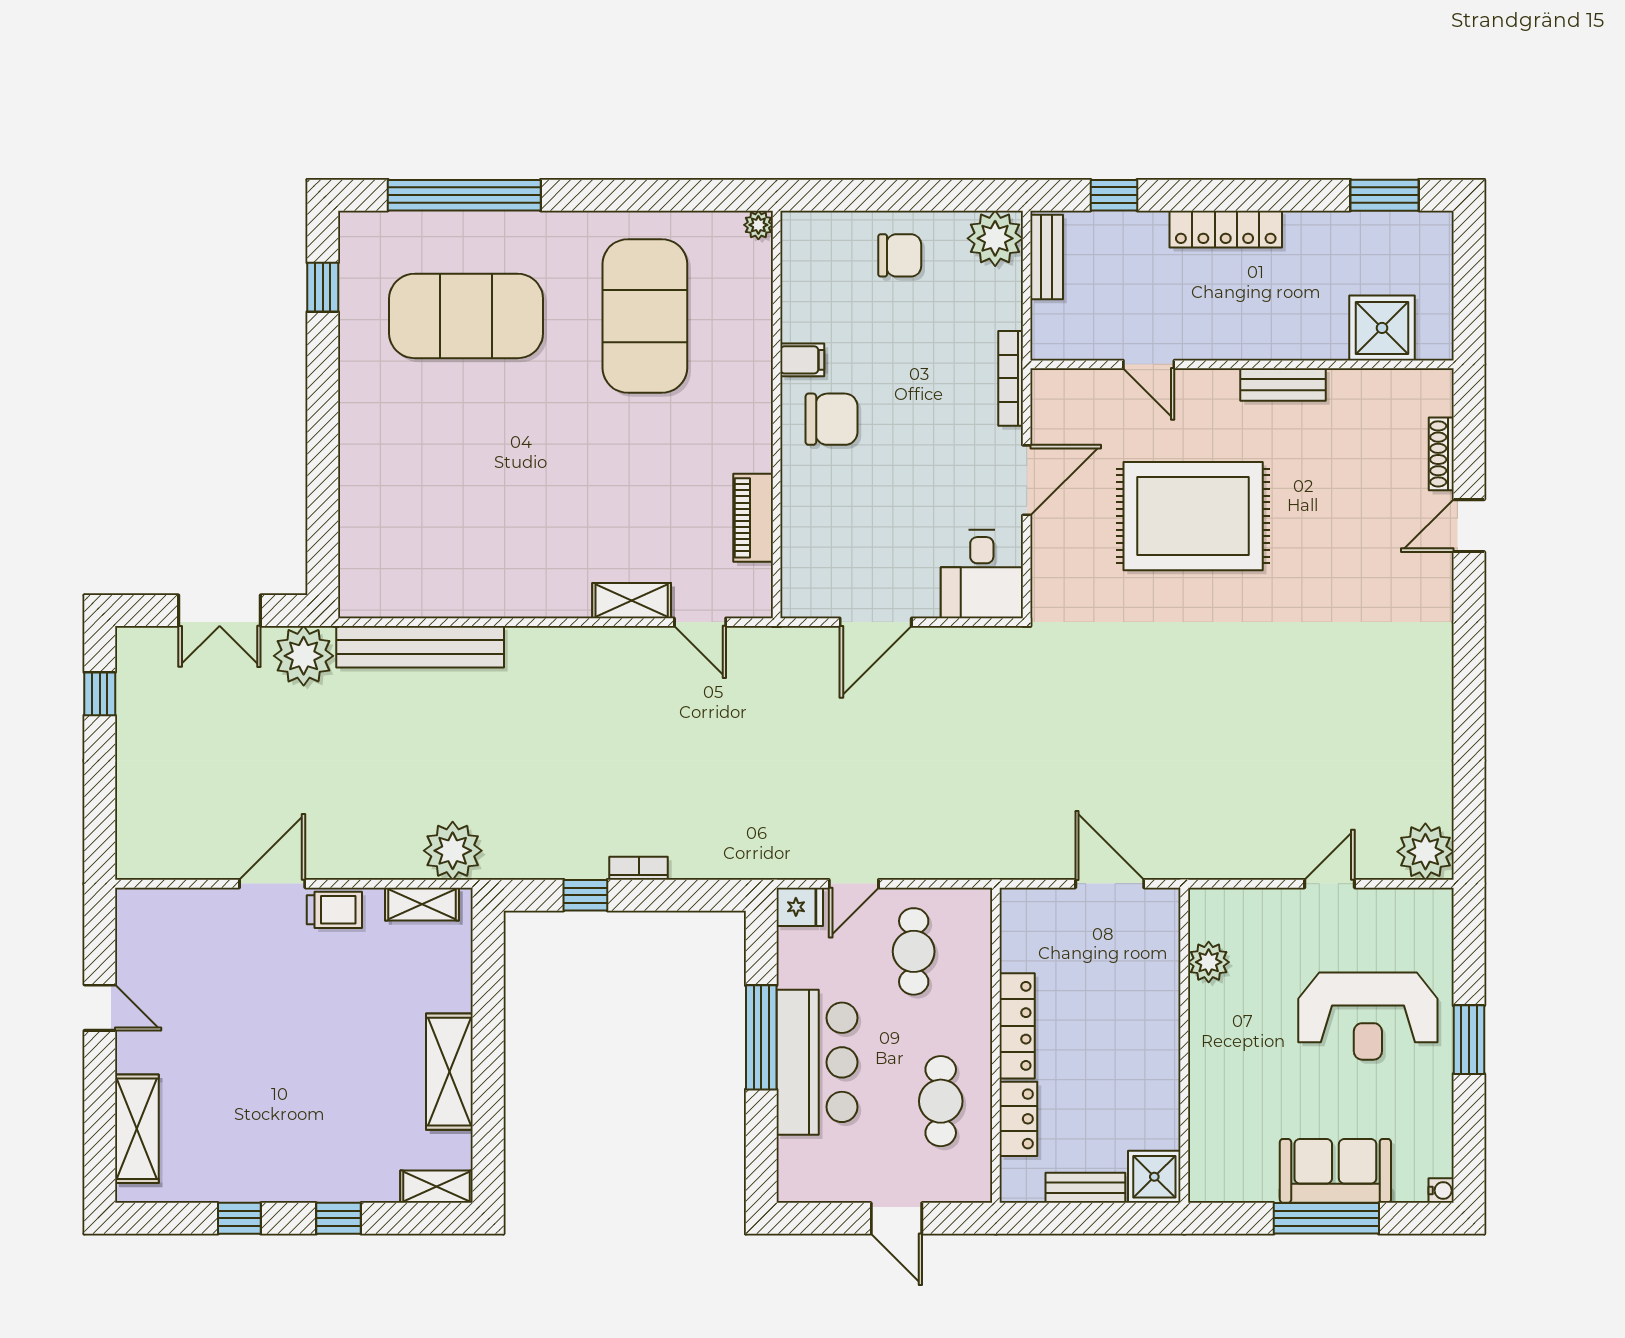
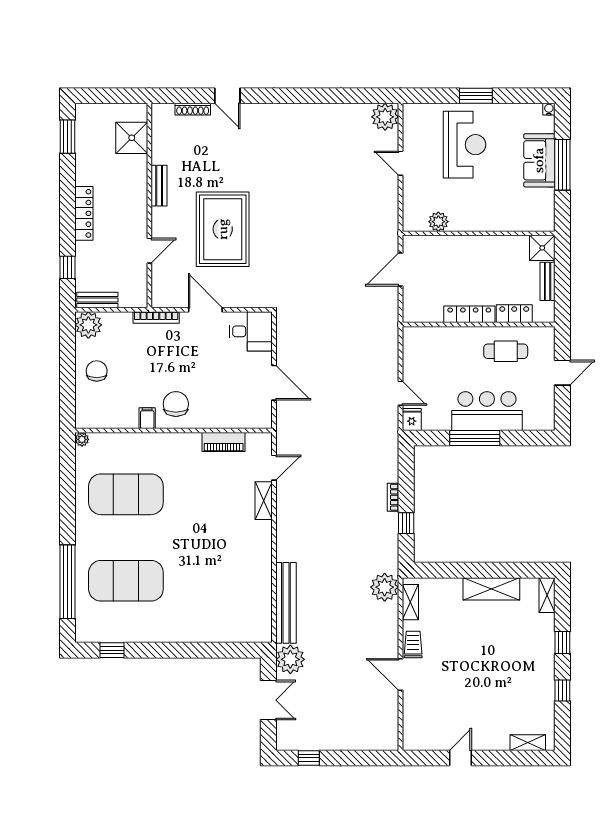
exercise mat: (466, 316) -> (126, 581), turned 90
cafe table: (914, 951) -> (433, 364), removed
shelving: (137, 1129) -> (528, 743), width x0.67, depth x0.75

